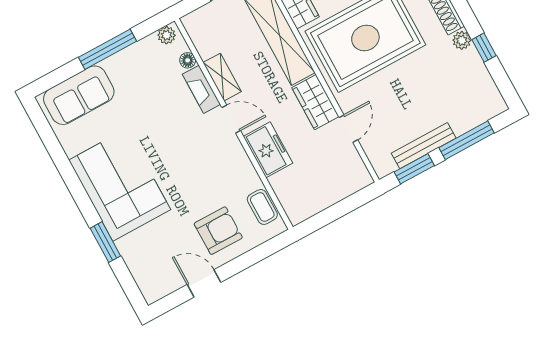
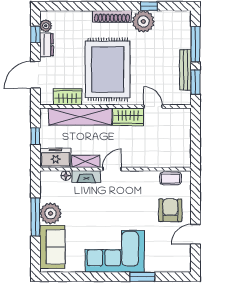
plant: (167, 35) -> (50, 213), moved, width x1.87, depth x1.87
plant: (462, 40) -> (143, 21), width x1.87, depth x1.87
freezer: (268, 150) -> (56, 158), moved

